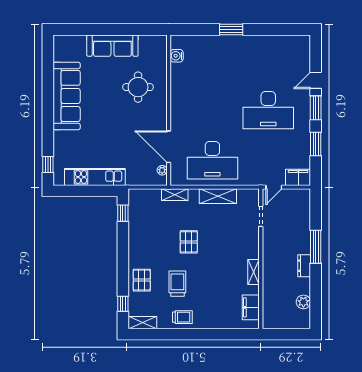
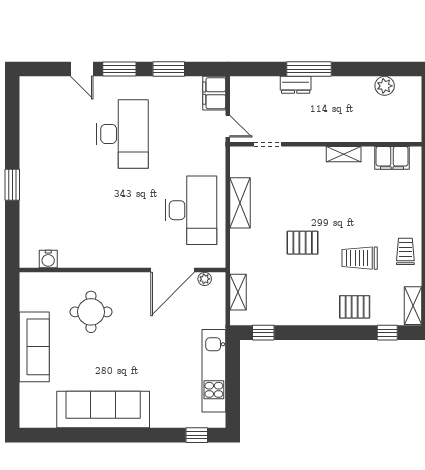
shelving: (175, 195) -> (238, 292), moved
dresser: (304, 266) -> (296, 85), moved

